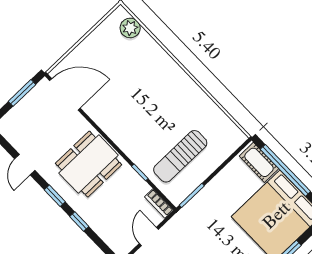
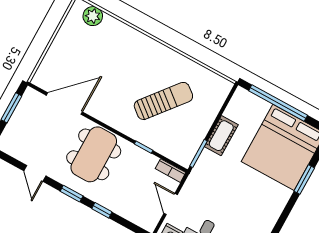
door: (65, 94) -> (64, 104), moved
sun lounger: (180, 156) -> (163, 101), moved, turned -141
cot: (259, 162) -> (221, 136), moved, turned 90

